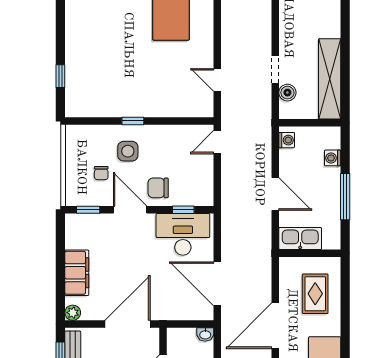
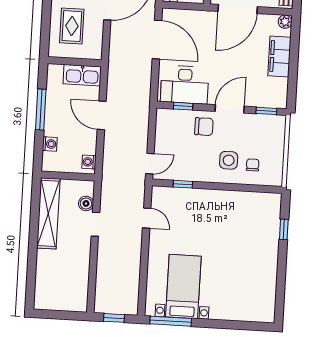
window: (133, 121) -> (183, 184), moved
chair: (101, 173) -> (253, 165), moved
door: (130, 210) -> (230, 109), swing flipped

